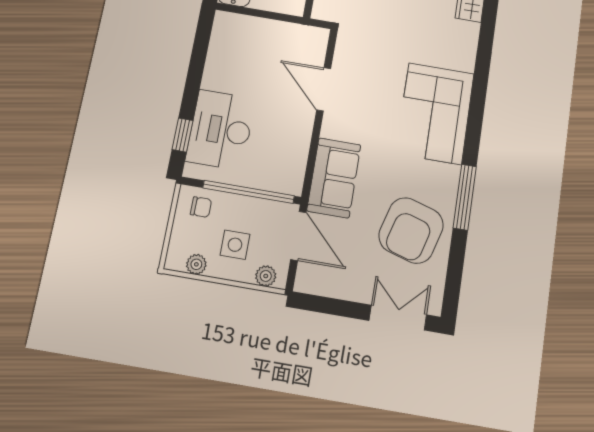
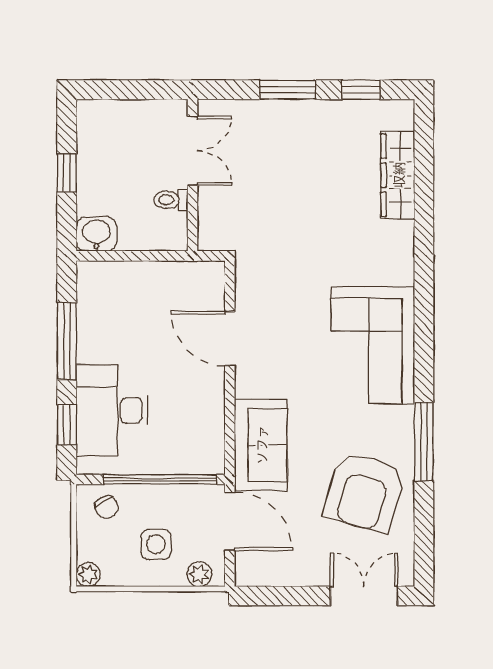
window: (196, 69) -> (67, 341), added
chair: (201, 207) -> (107, 507), turned 57
plant: (196, 264) -> (88, 575), moved

